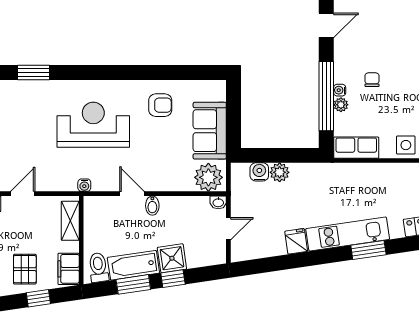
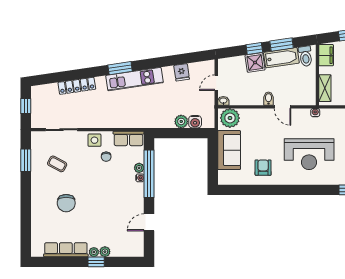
chair: (372, 80) -> (106, 157), moved
armchair: (160, 105) -> (263, 168), turned 90
fridge: (296, 241) -> (182, 72), moved

